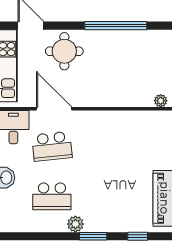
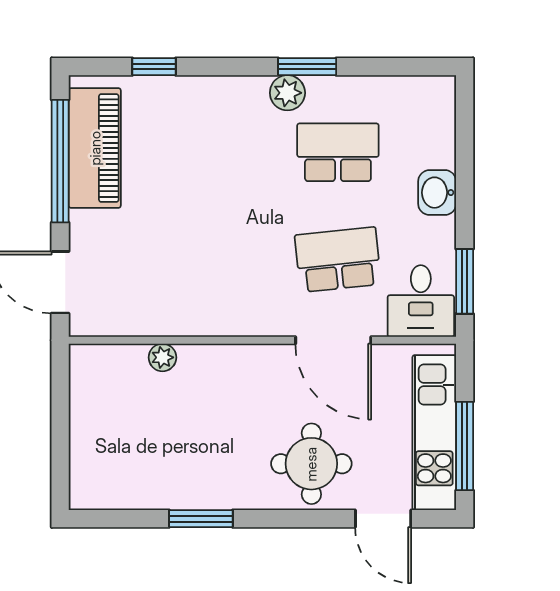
window: (116, 26) -> (201, 519), width x0.47
plant: (161, 101) -> (162, 357), moved
window: (93, 236) -> (307, 67), moved

